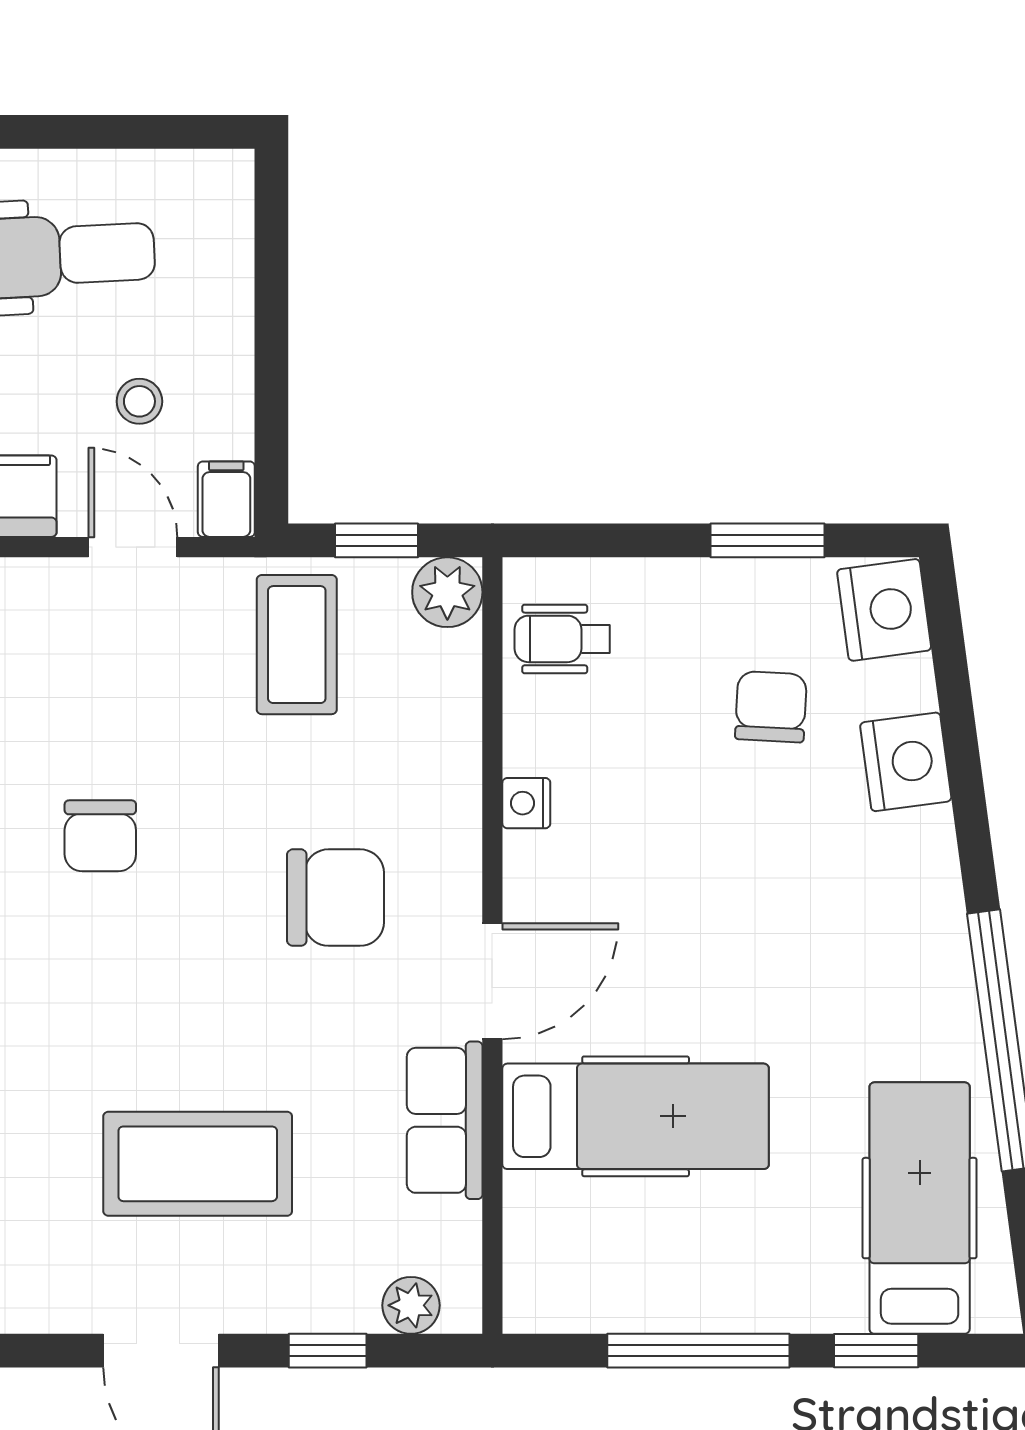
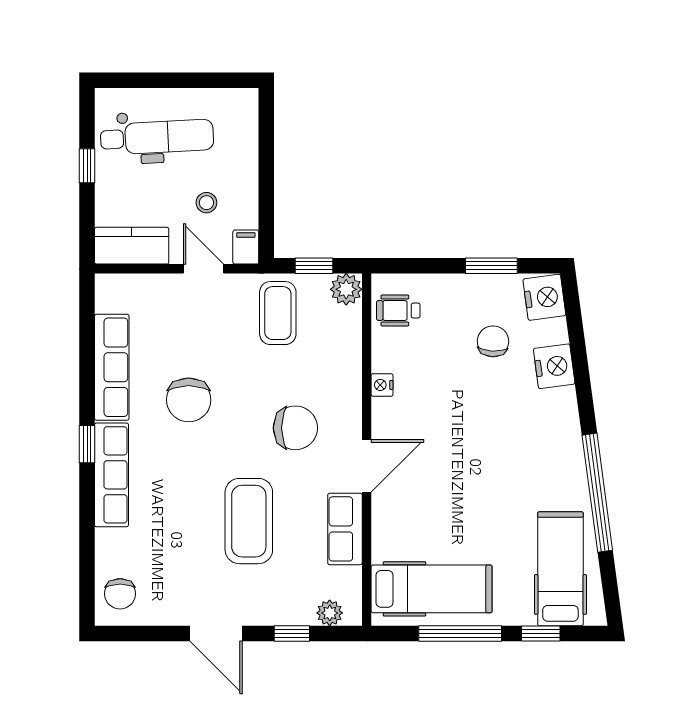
chair: (100, 836) -> (189, 400), width x1.37, depth x1.37
hospital bed: (636, 1116) -> (432, 589), moved
coffee table: (198, 1164) -> (249, 521), moved, turned 90

